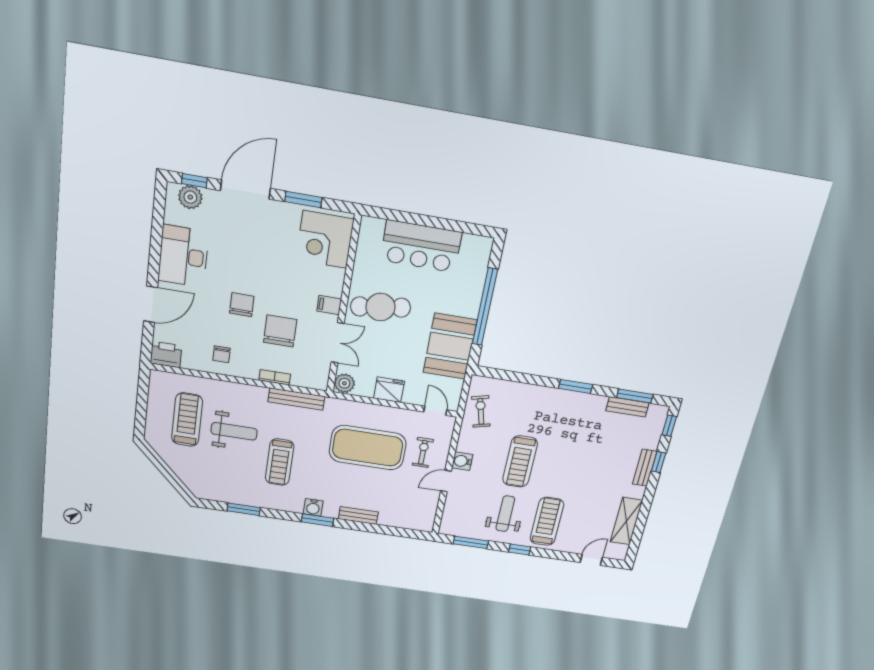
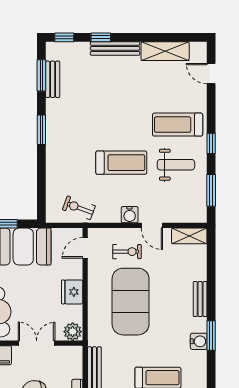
exercise bike: (481, 411) -> (79, 208), turned 34
exercise bike: (423, 452) -> (127, 252), turned 180
bench: (645, 468) -> (115, 48), width x1.36
weight bench: (505, 514) -> (176, 165), turned 180
shelving: (427, 515) -> (189, 236), added

